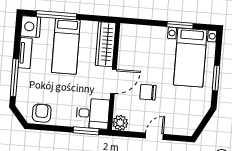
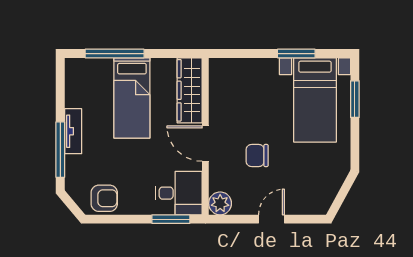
nightstand: (31, 27) -> (78, 73), removed
tv unit: (25, 53) -> (73, 131), moved
window: (216, 78) -> (355, 99), moved
door: (113, 81) -> (205, 144), swing flipped
armchair: (42, 113) -> (104, 198), turned 90

